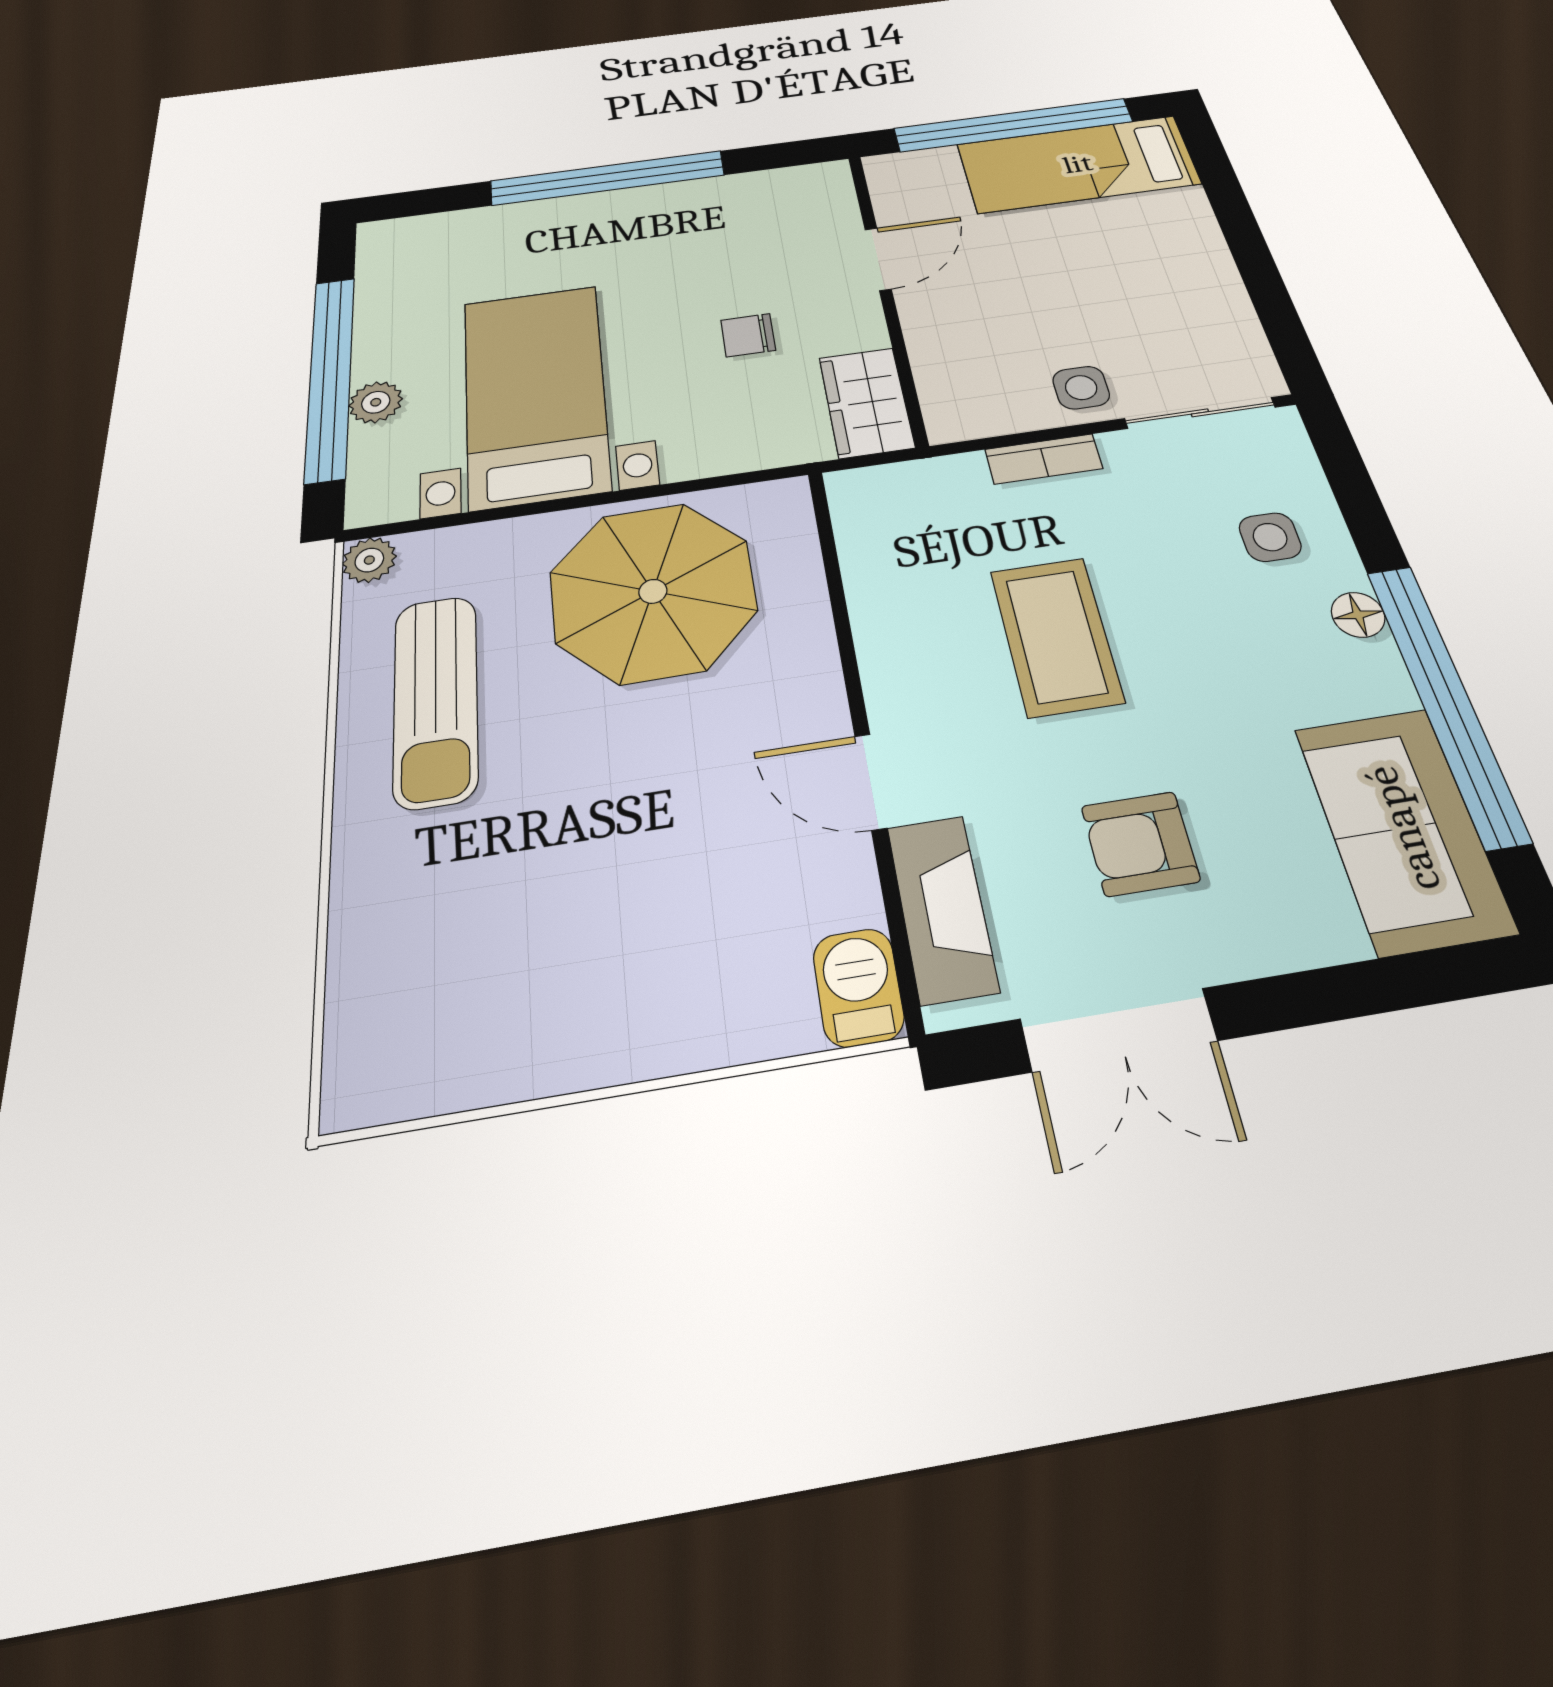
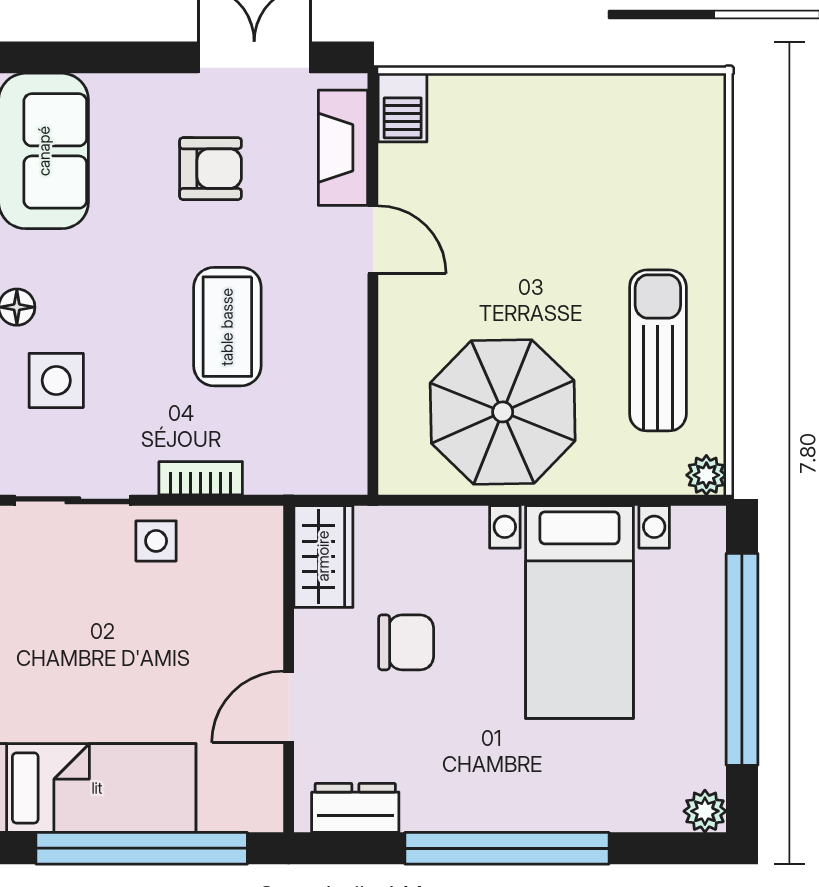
dresser: (783, 187) -> (355, 808), added
chair: (748, 335) -> (406, 642), width x1.37, depth x1.37
plant: (376, 402) -> (705, 811), moved
side table: (1270, 537) -> (56, 380), width x1.37, depth x1.37

